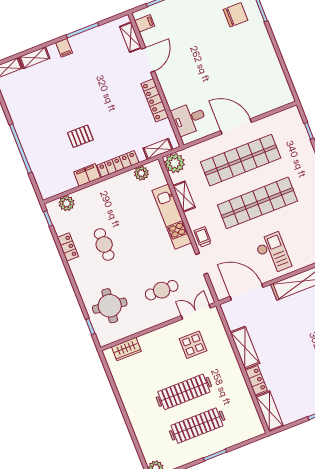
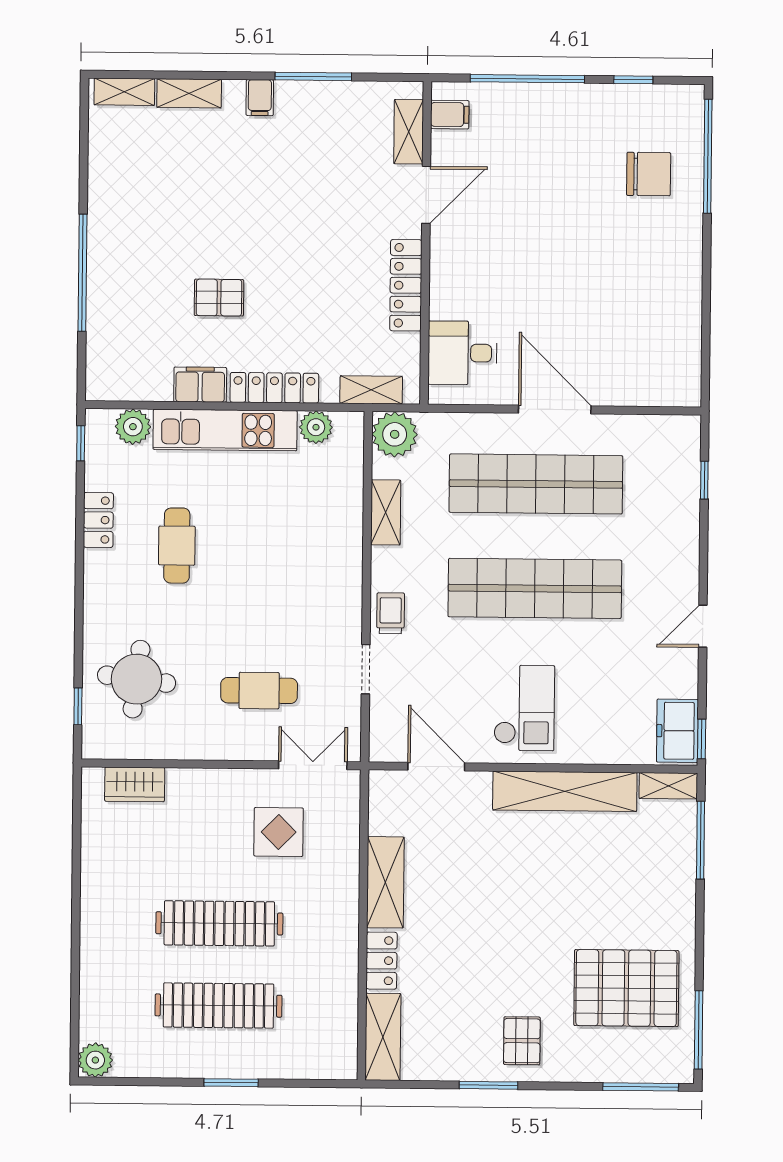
kitchen unit: (172, 217) -> (225, 430), moved, turned -90
door: (247, 292) -> (436, 767), width x0.73

